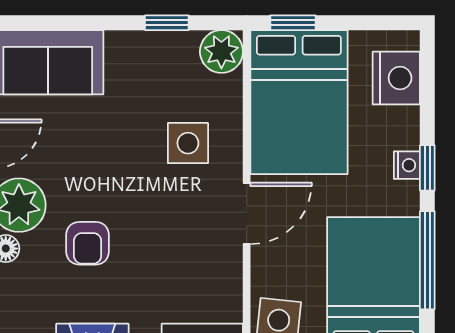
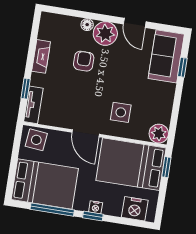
window: (167, 23) -> (182, 67), moved
armchair: (88, 243) -> (84, 61), turned 90

